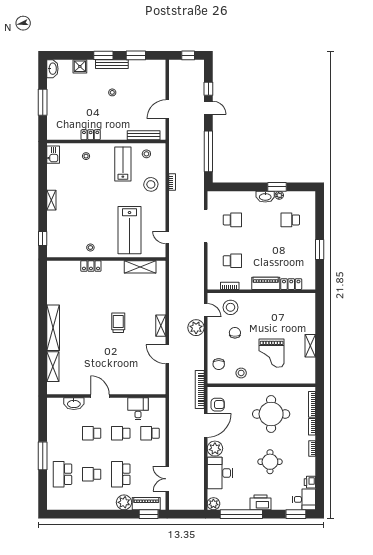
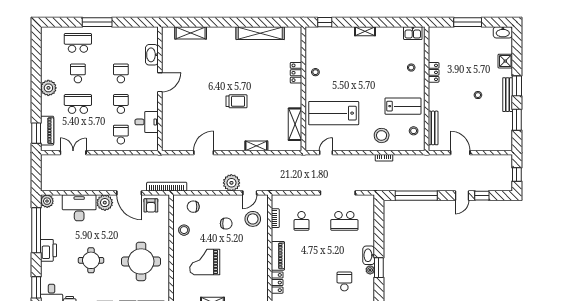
school desk: (232, 220) -> (344, 221), width x1.85
shelving: (161, 326) -> (256, 146), moved
shelving: (53, 328) -> (260, 33), moved
plant: (124, 502) -> (48, 88), moved

